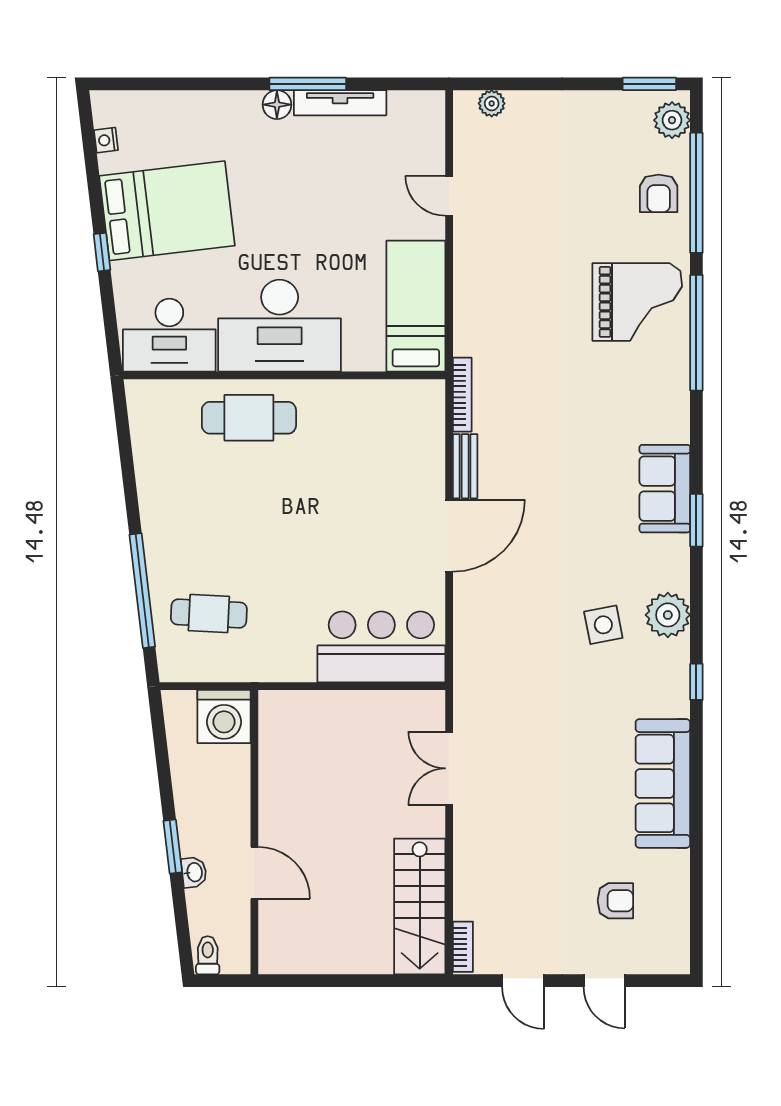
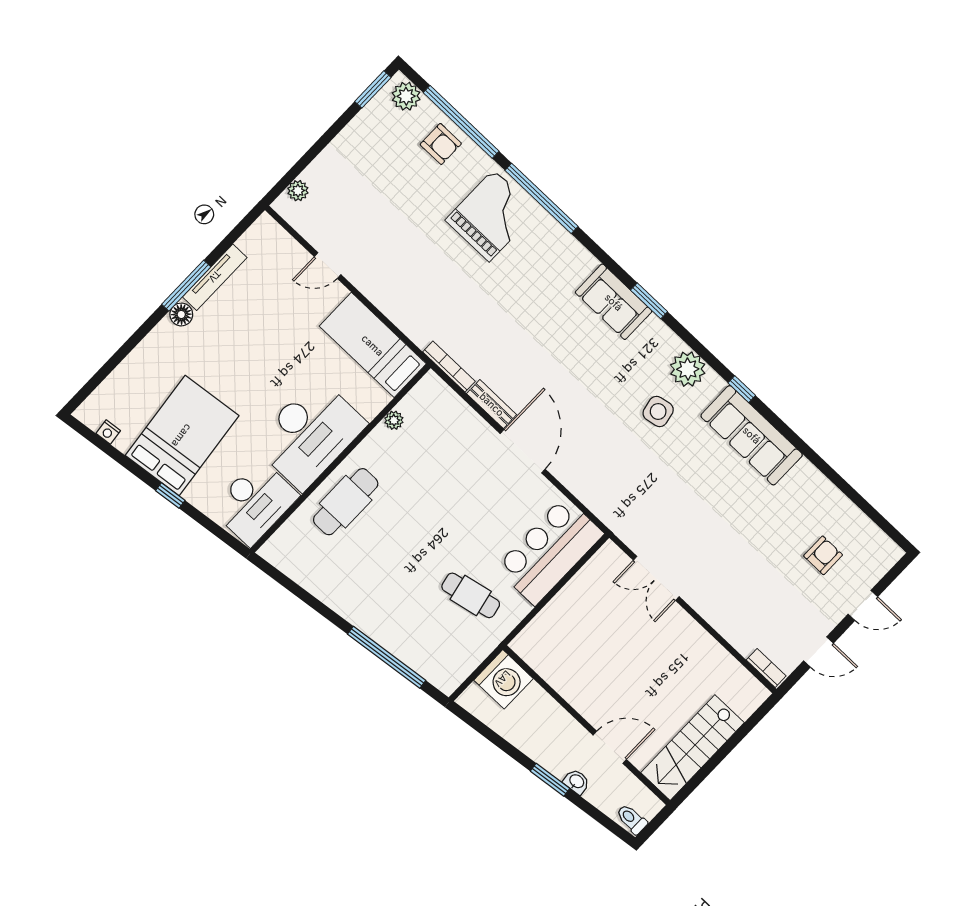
plant: (365, 391) -> (394, 420), added
cafe table: (209, 614) -> (471, 595), moved, turned 75
sofa: (663, 783) -> (752, 435), moved
stairs: (420, 906) -> (693, 748), moved, turned 90

